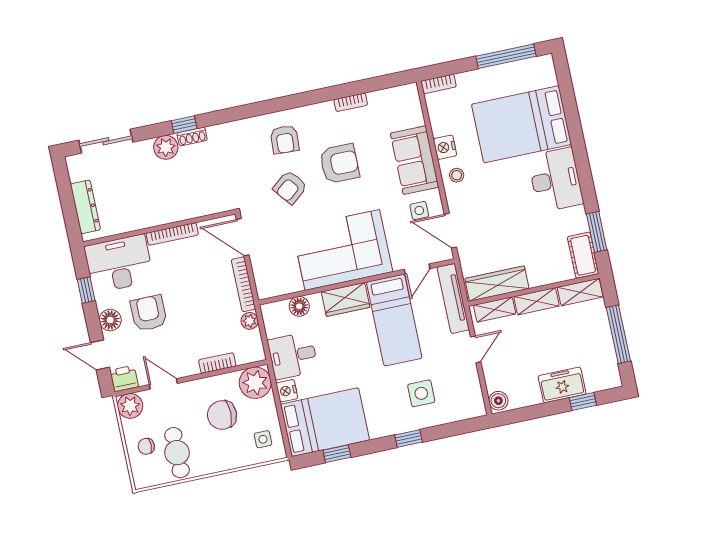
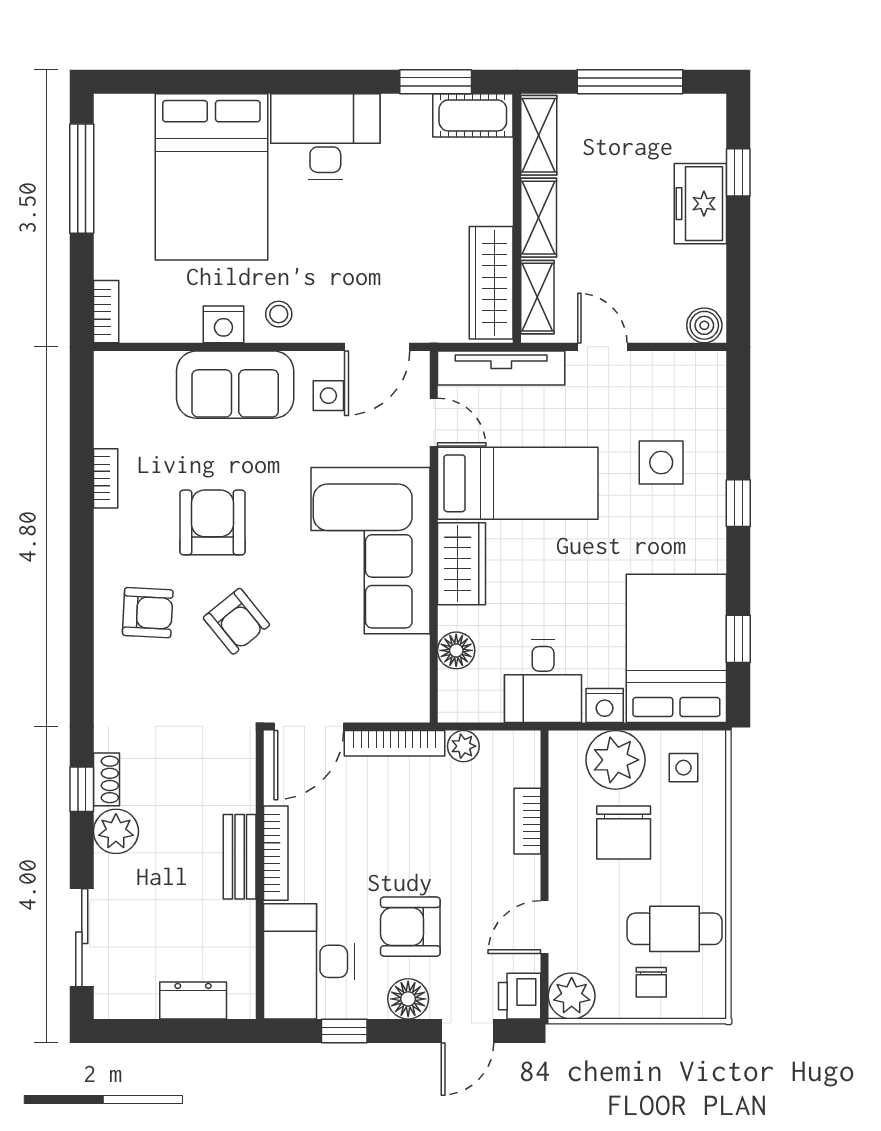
dresser: (85, 207) -> (193, 1000), width x0.70
bench: (166, 215) -> (240, 857), added
plant: (255, 383) -> (615, 760), moved

